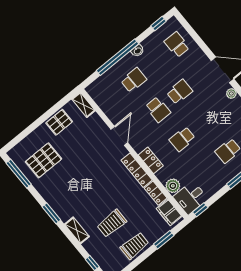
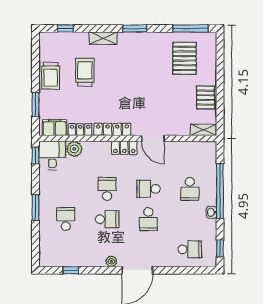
school desk: (204, 121) -> (107, 219), added
locker: (151, 160) -> (124, 148), moved

